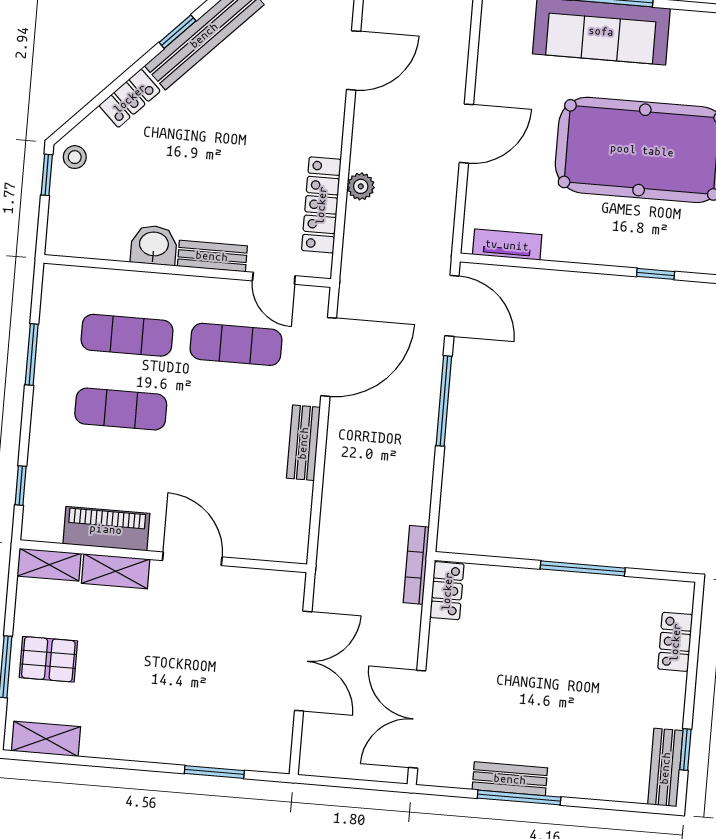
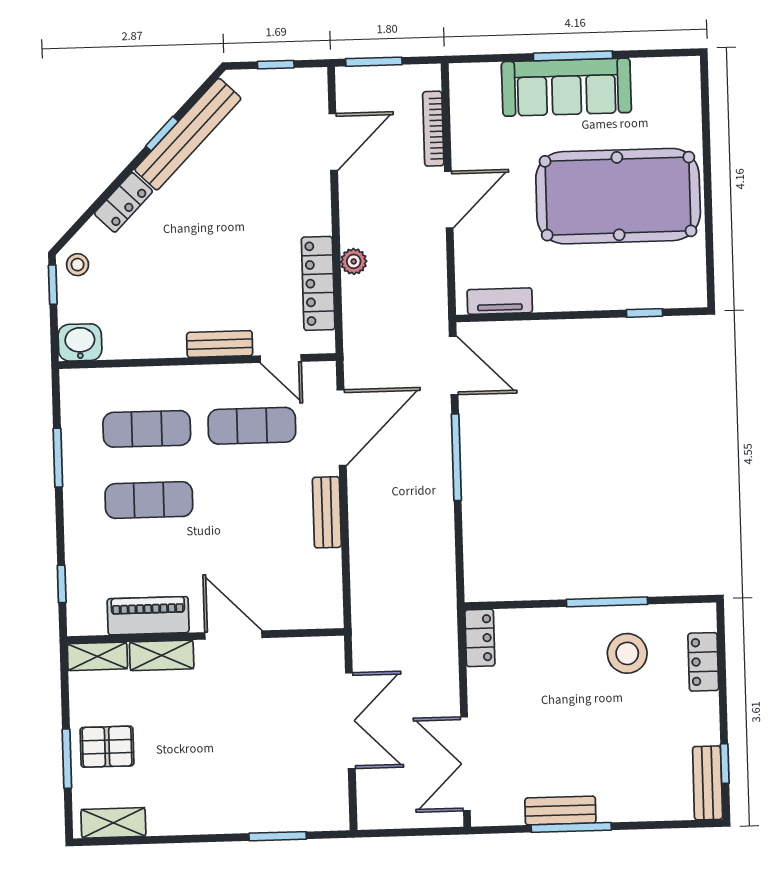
washbasin: (154, 245) -> (80, 342), moved
bookcase: (416, 565) -> (433, 129), moved
stool: (597, 624) -> (627, 653), added

